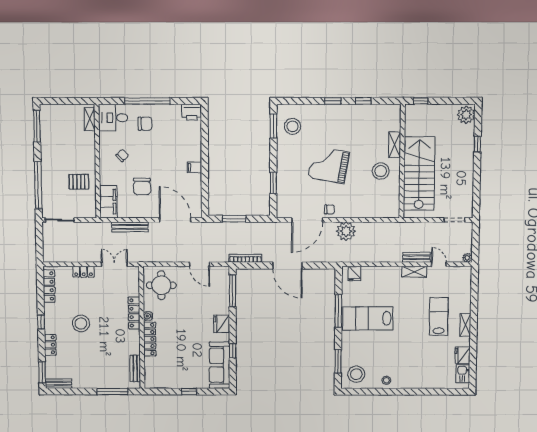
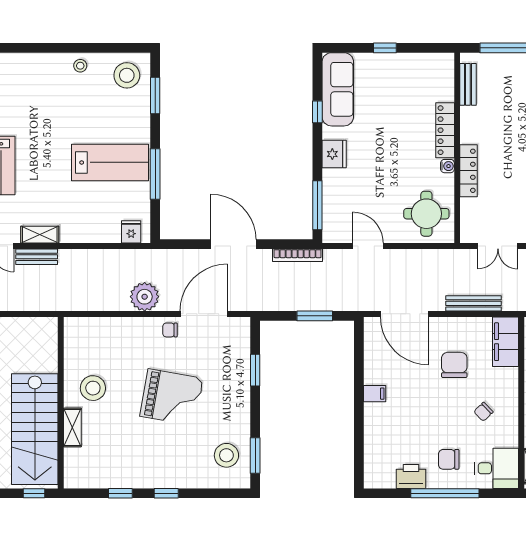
printer: (192, 112) -> (411, 476), moved
stairs: (419, 173) -> (35, 429), moved

